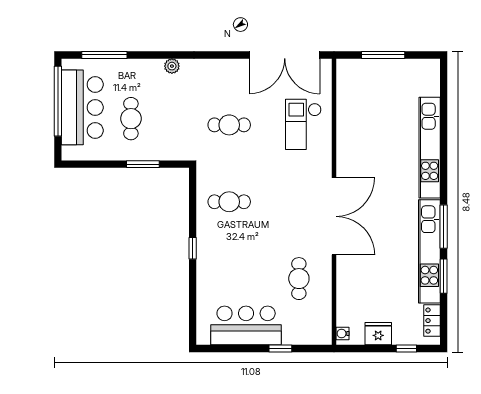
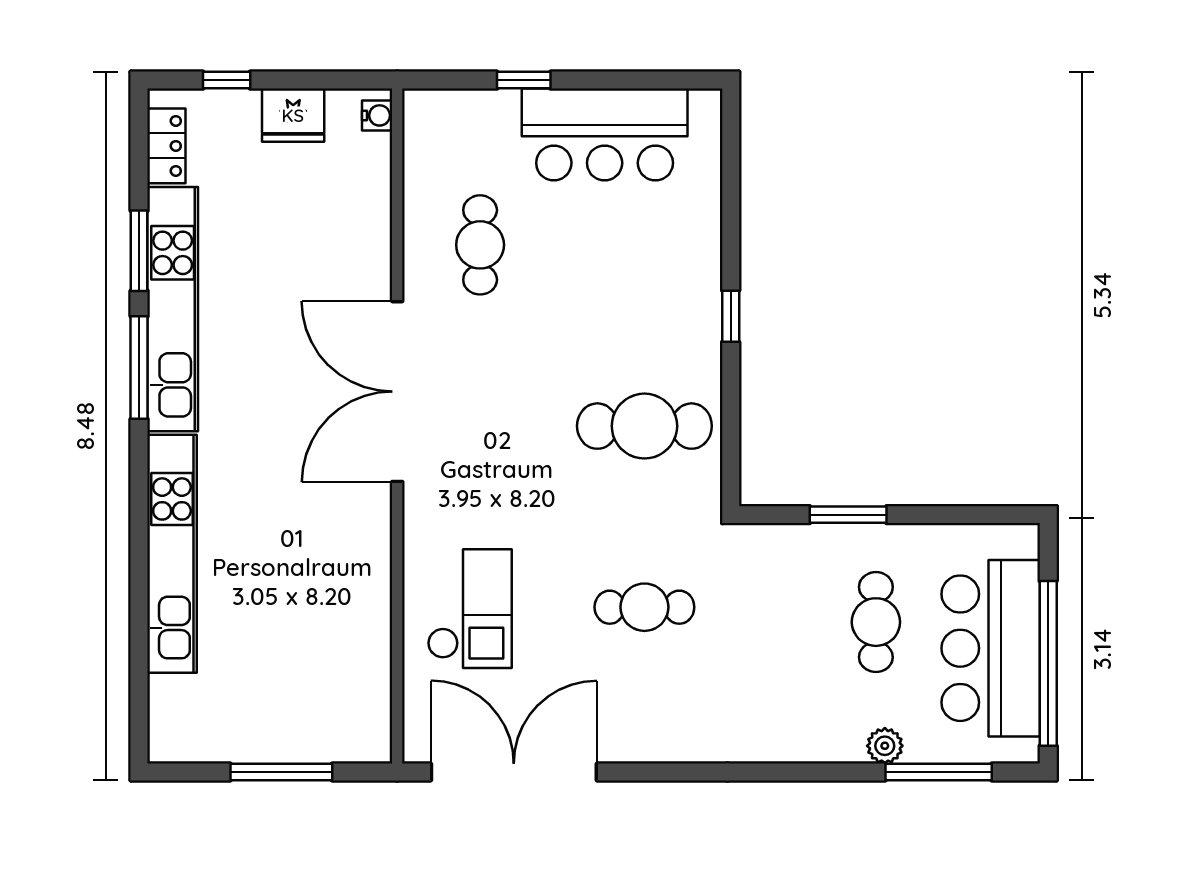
plant: (172, 66) -> (885, 746), moved
cafe table: (229, 202) -> (644, 426), width x1.37, depth x1.35

